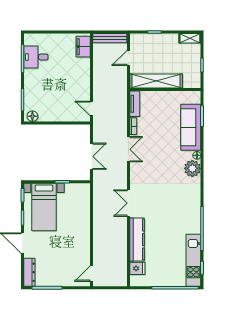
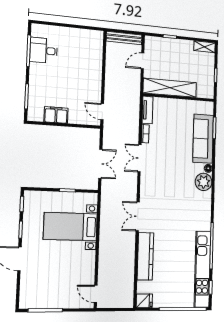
filing cabinet: (83, 47) -> (56, 115), moved, turned 90
floor lamp: (32, 116) -> (37, 116), removed
double door: (128, 149) -> (139, 158), swing flipped
bed with nightstands: (44, 207) -> (70, 227), moved, turned 90
kitchen unit: (193, 260) -> (202, 269), width x1.36
fridge: (137, 268) -> (144, 301), moved
dresser: (29, 272) -> (26, 293), removed
door: (92, 274) -> (96, 294), hinge flipped

